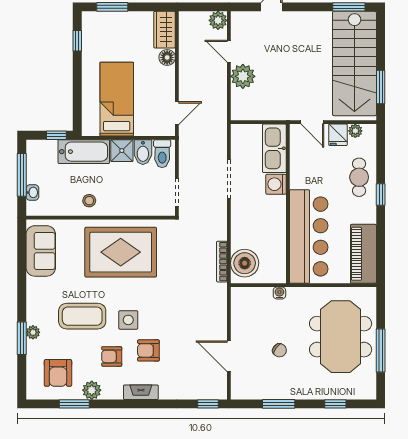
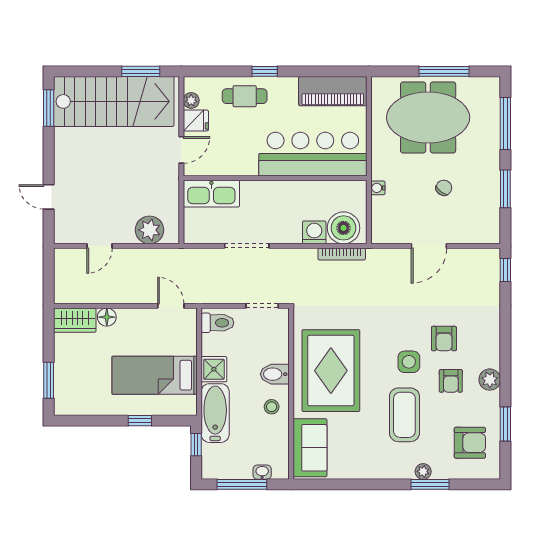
plant: (218, 20) -> (64, 258), removed
window: (77, 41) -> (140, 421), moved
plant: (243, 76) -> (150, 230), moved
bidet: (143, 152) -> (275, 374), moved, turned 180
washing machine: (276, 184) -> (314, 232), moved, turned 180
sofa: (41, 251) -> (310, 448), moved, turned 90
door: (229, 356) -> (429, 246), moved
plant: (92, 390) -> (490, 380), moved
fireplace: (141, 392) -> (492, 347), removed
window: (335, 404) -> (505, 123), width x2.17

